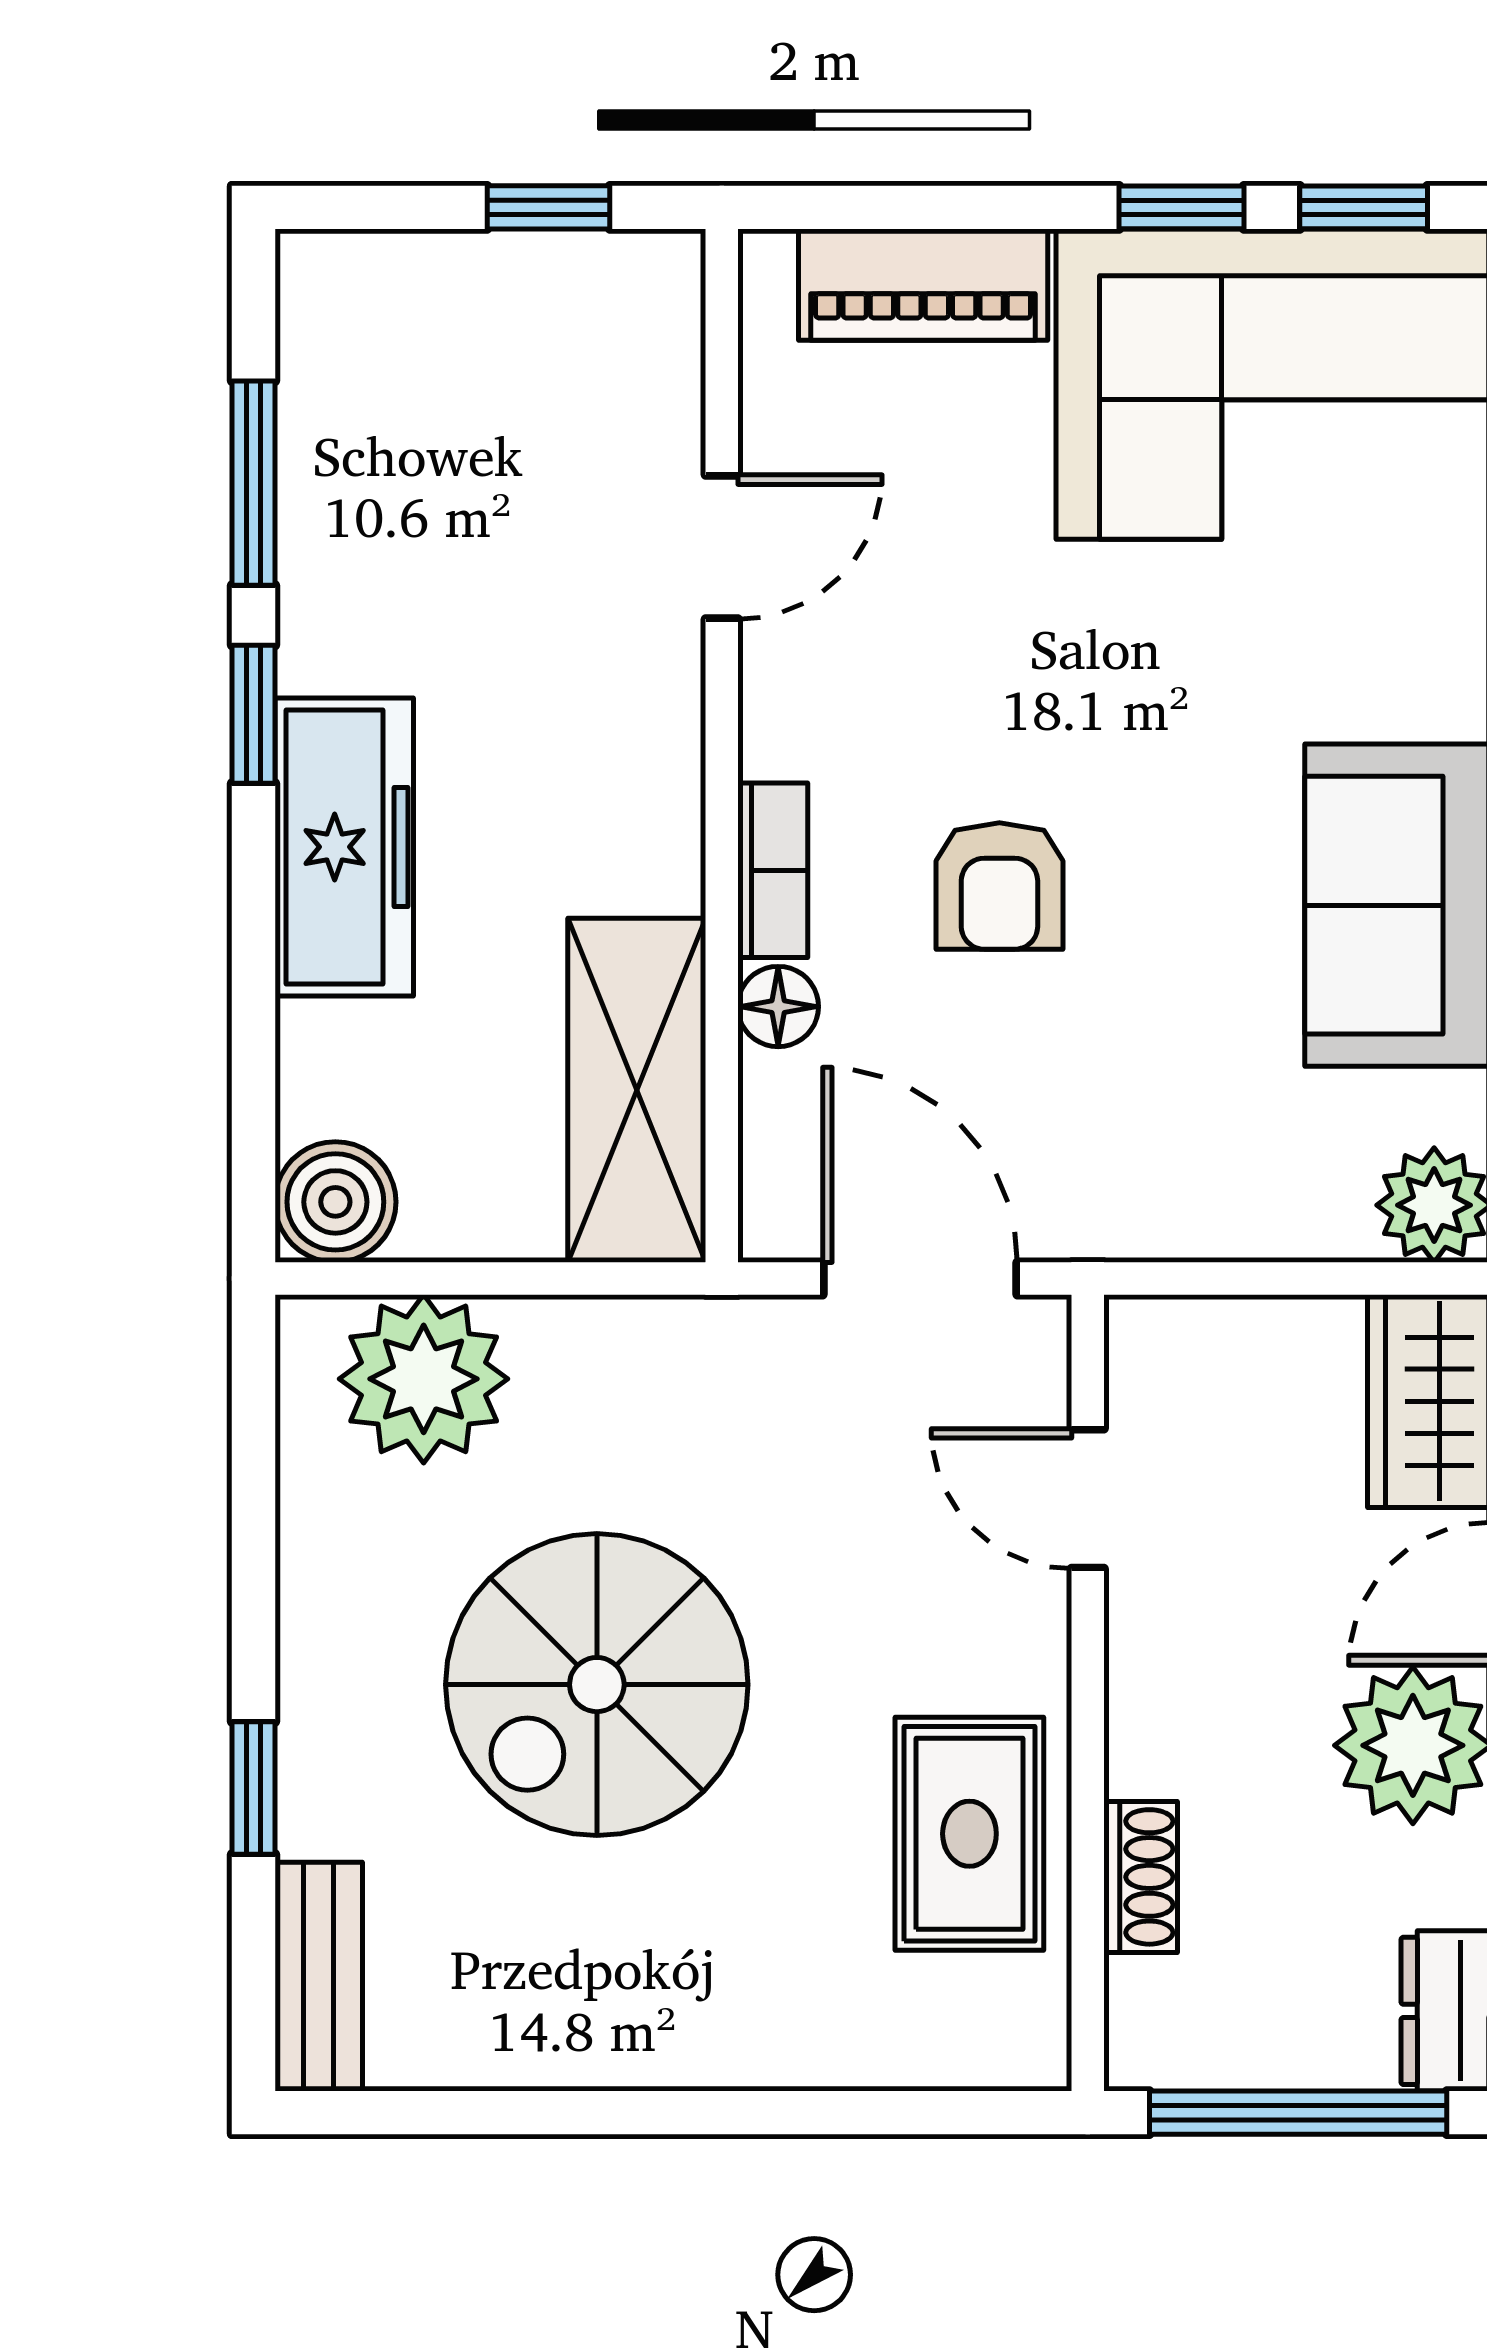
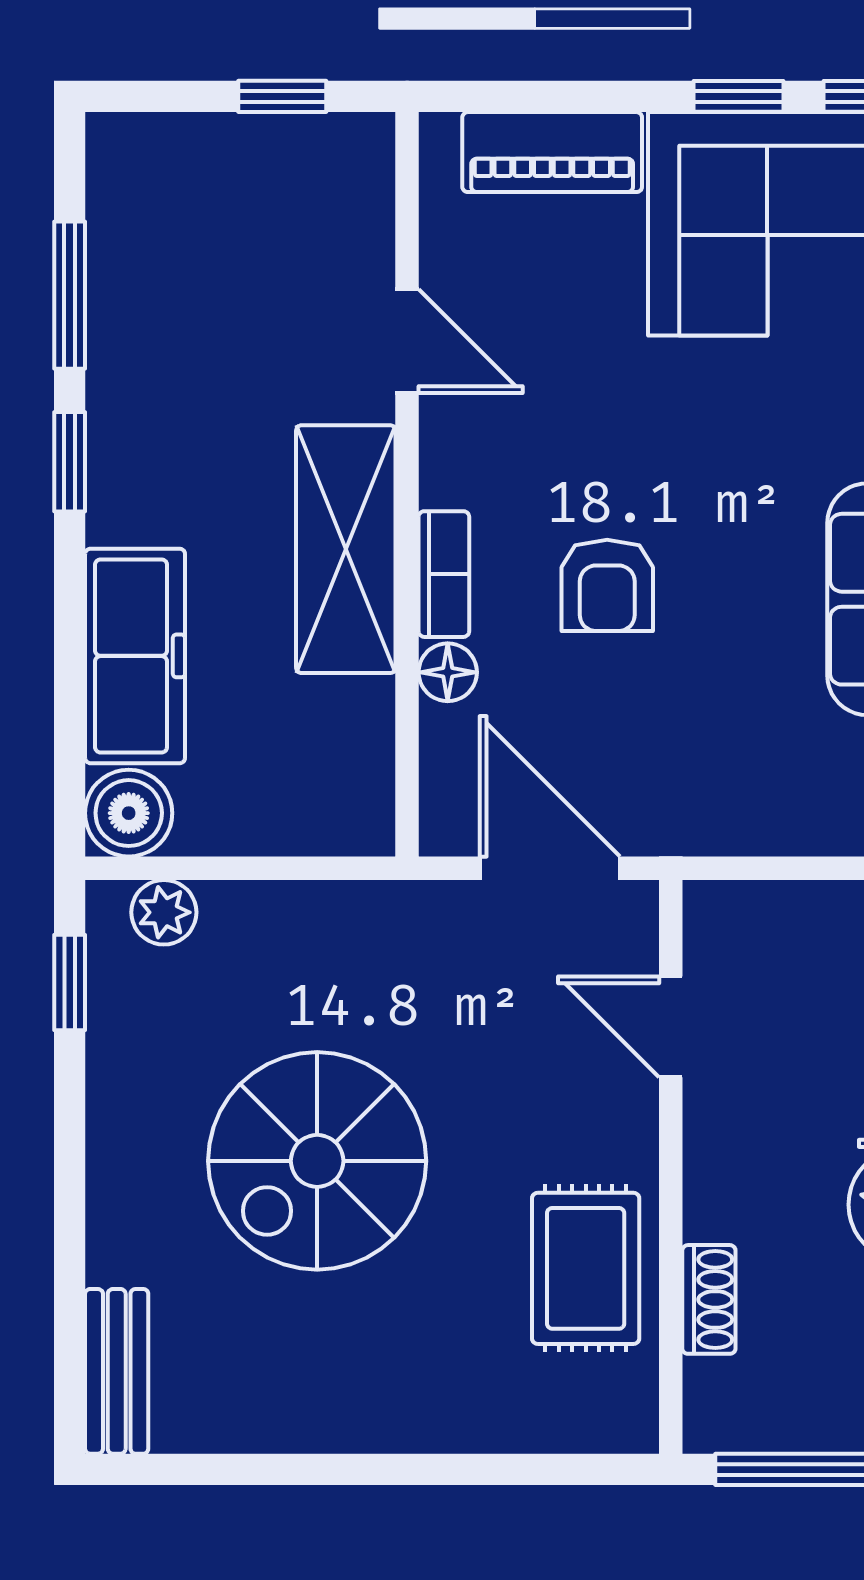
door: (722, 547) -> (407, 341), hinge flipped
freezer: (344, 847) -> (135, 656), moved
shelving: (637, 1090) -> (346, 549), moved
plant: (424, 1379) -> (164, 912), width x0.53, depth x0.53
window: (253, 1788) -> (70, 983), moved

